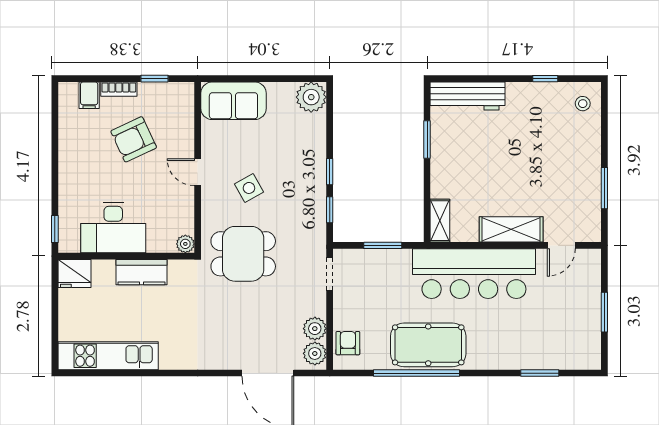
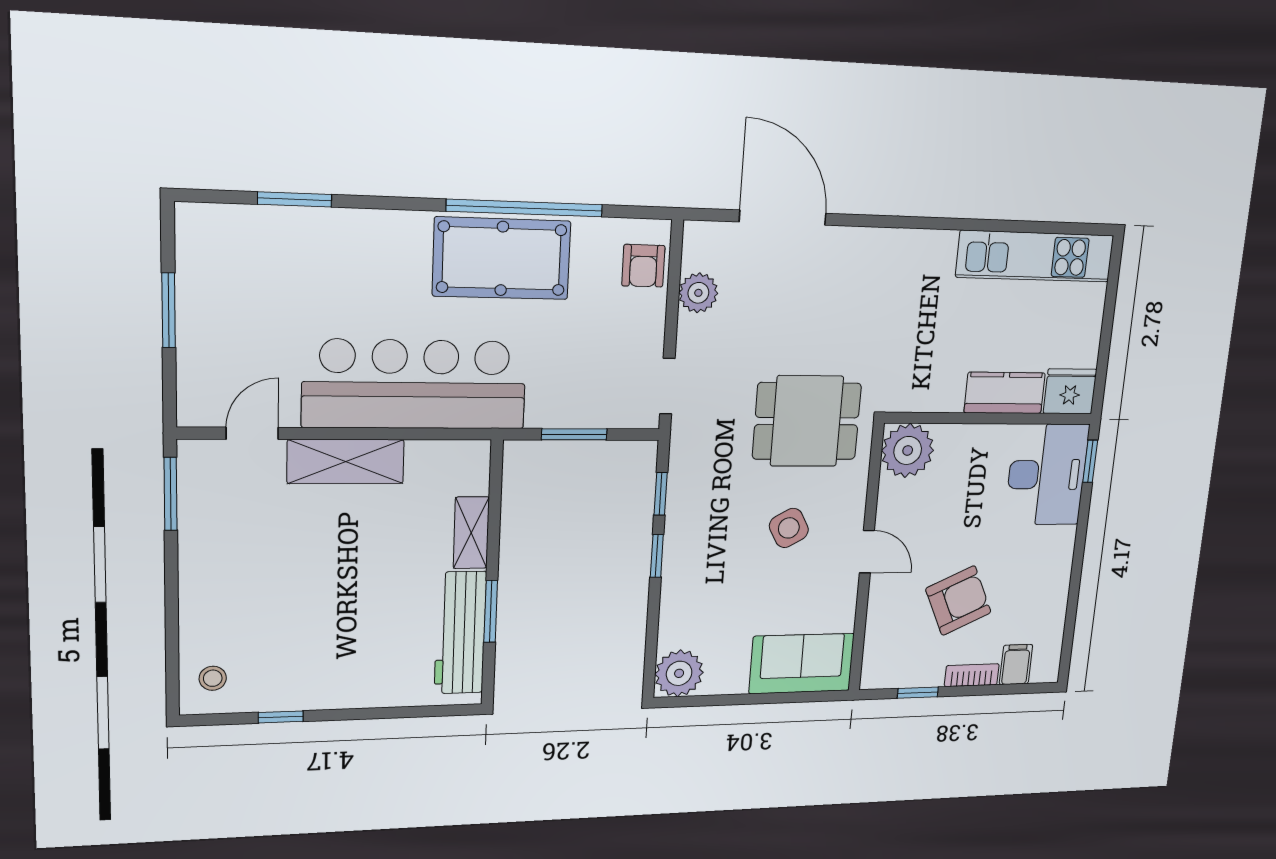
workbench: (468, 96) -> (460, 633), moved, turned -90
window: (604, 188) -> (170, 494), moved
shelving: (440, 221) -> (471, 533), moved
desk: (113, 228) -> (1047, 475), moved, turned 90
plant: (185, 244) -> (908, 450), width x1.87, depth x1.87
kitchen counter: (142, 272) -> (1005, 393), moved
plant: (315, 353) -> (701, 249), removed

